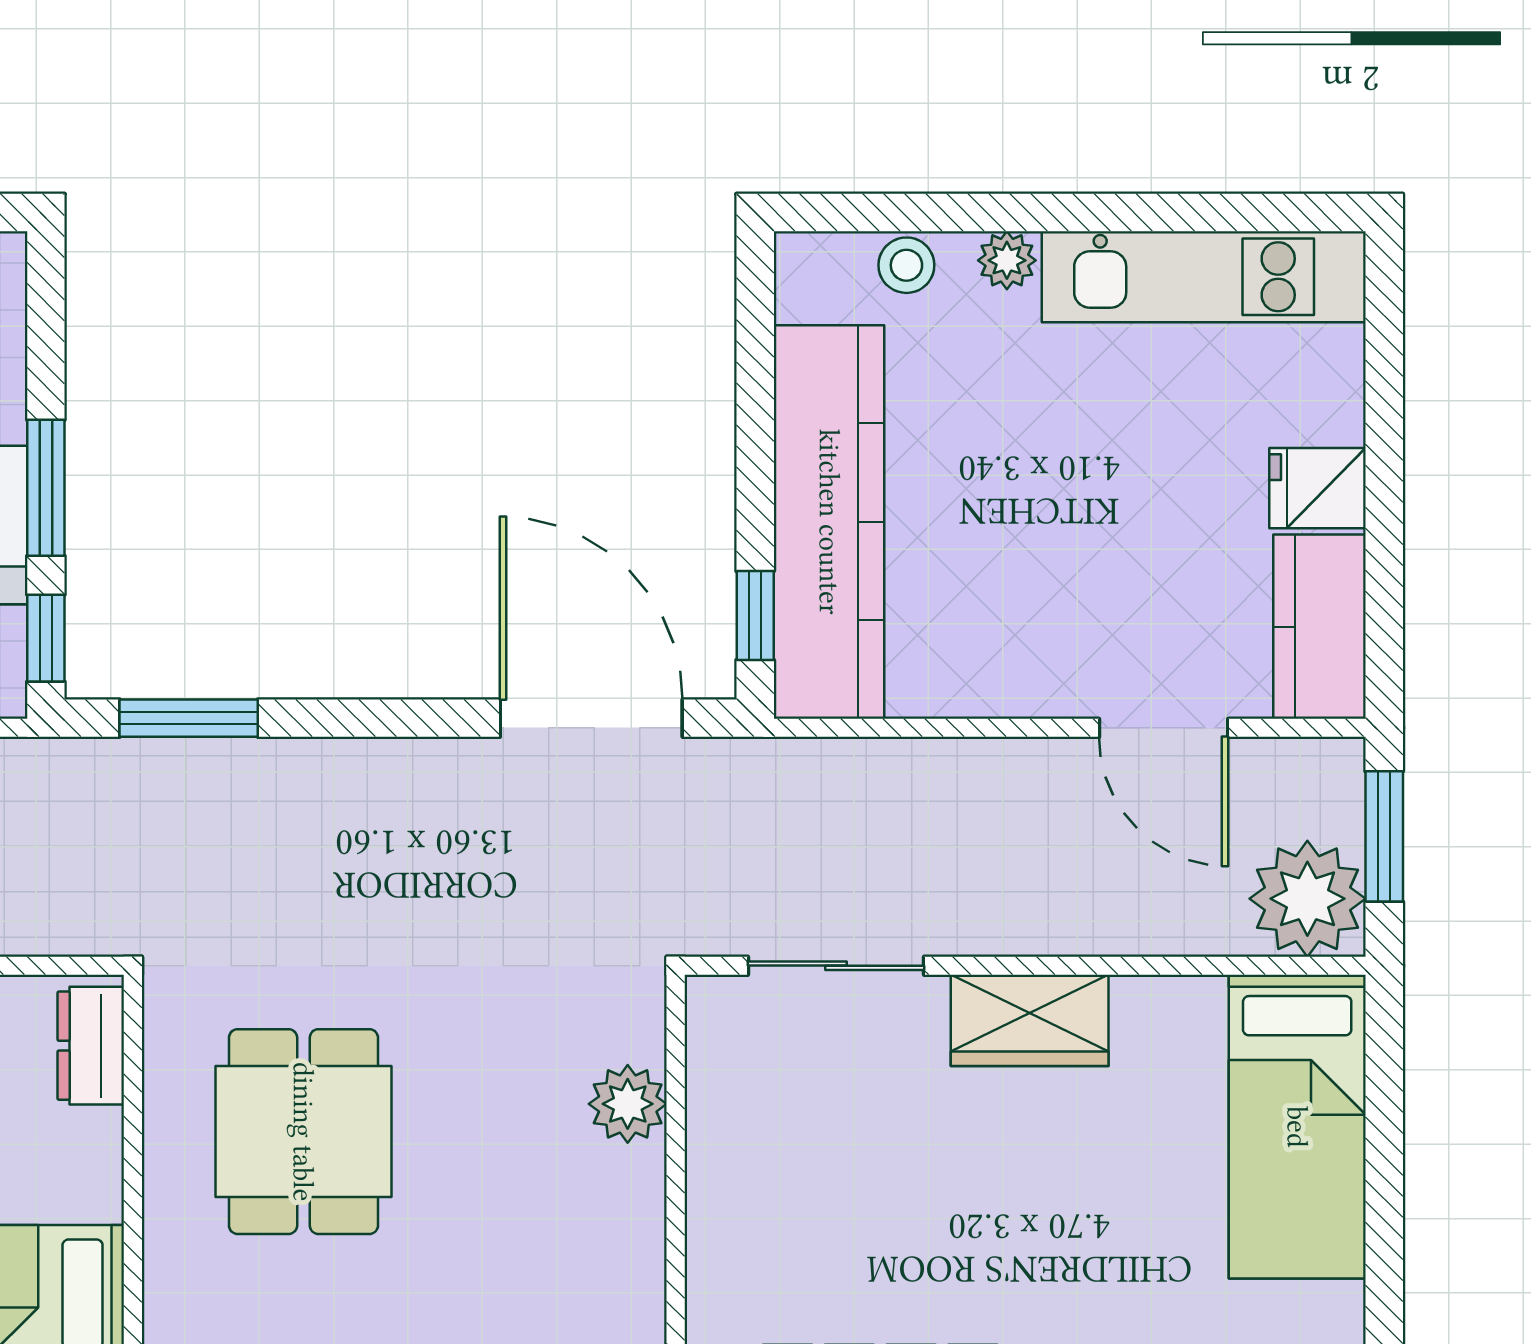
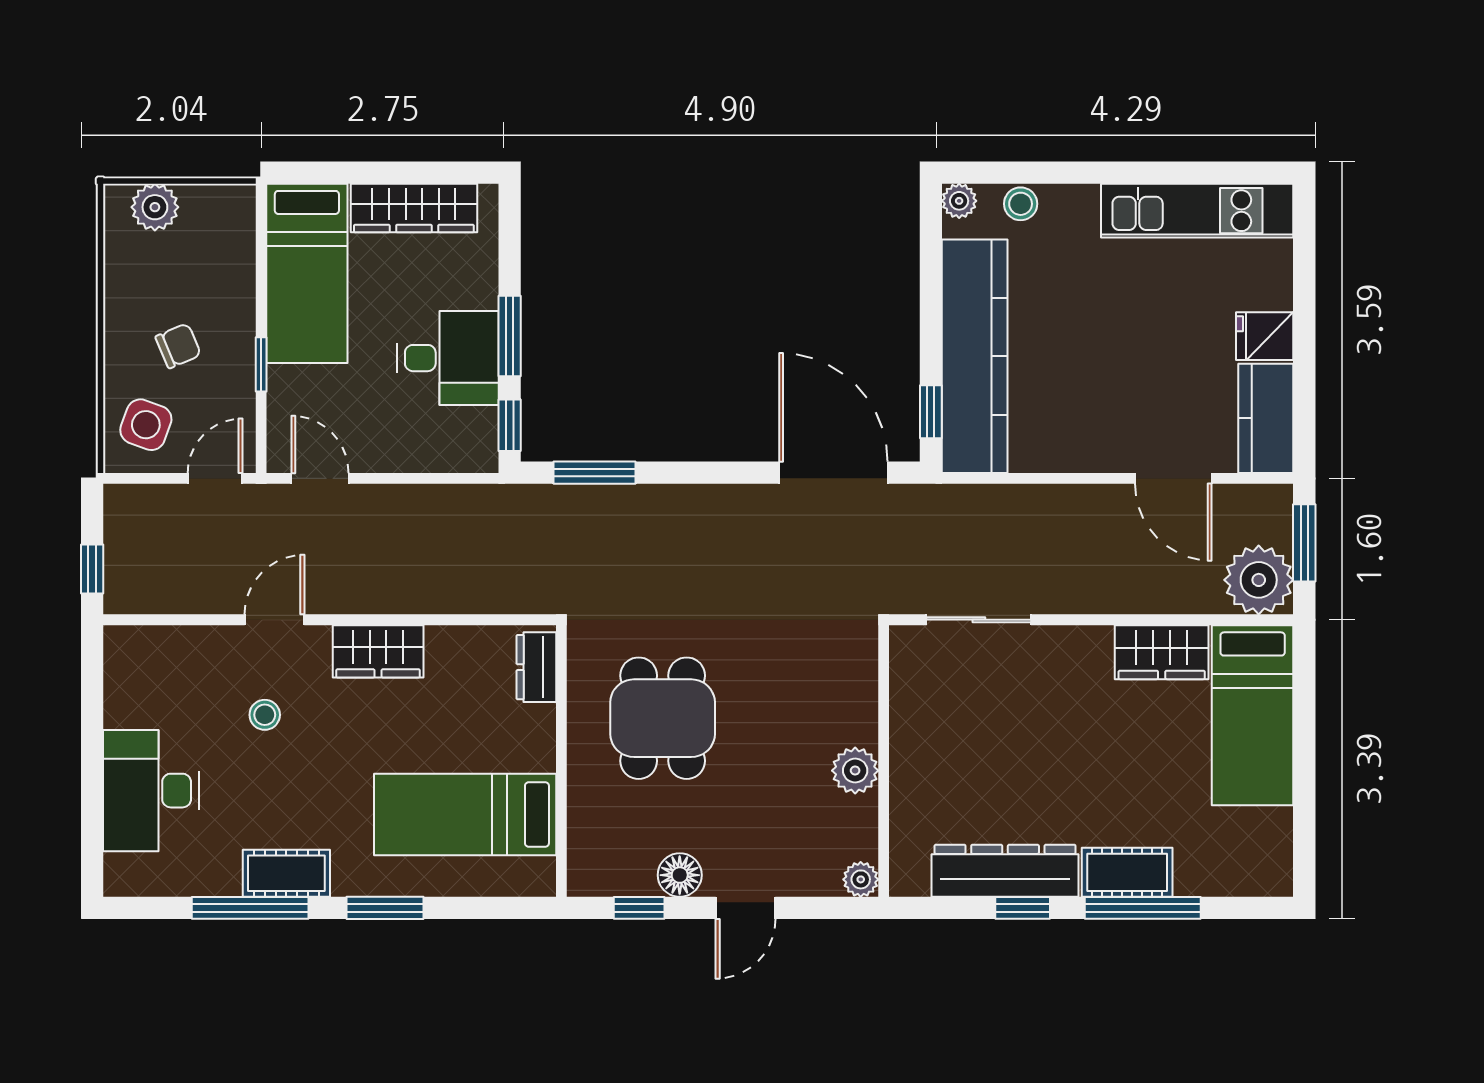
plant: (1007, 260) -> (959, 201), moved
wardrobe: (1030, 1020) -> (1162, 652), moved
plant: (628, 1104) -> (855, 771), moved

